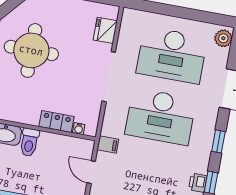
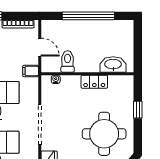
locker: (57, 122) -> (94, 82), moved
toilet: (29, 142) -> (68, 61), moved

